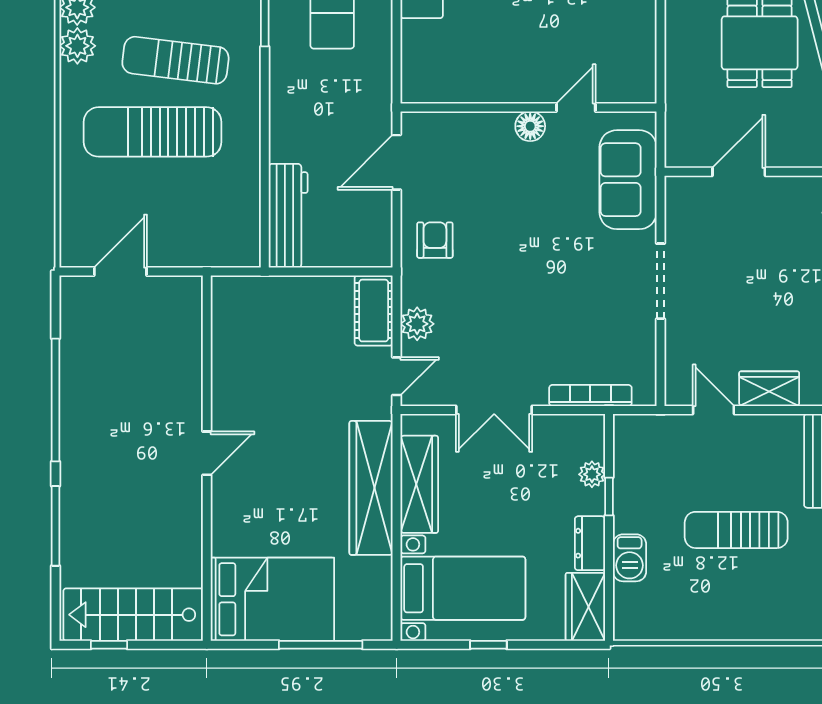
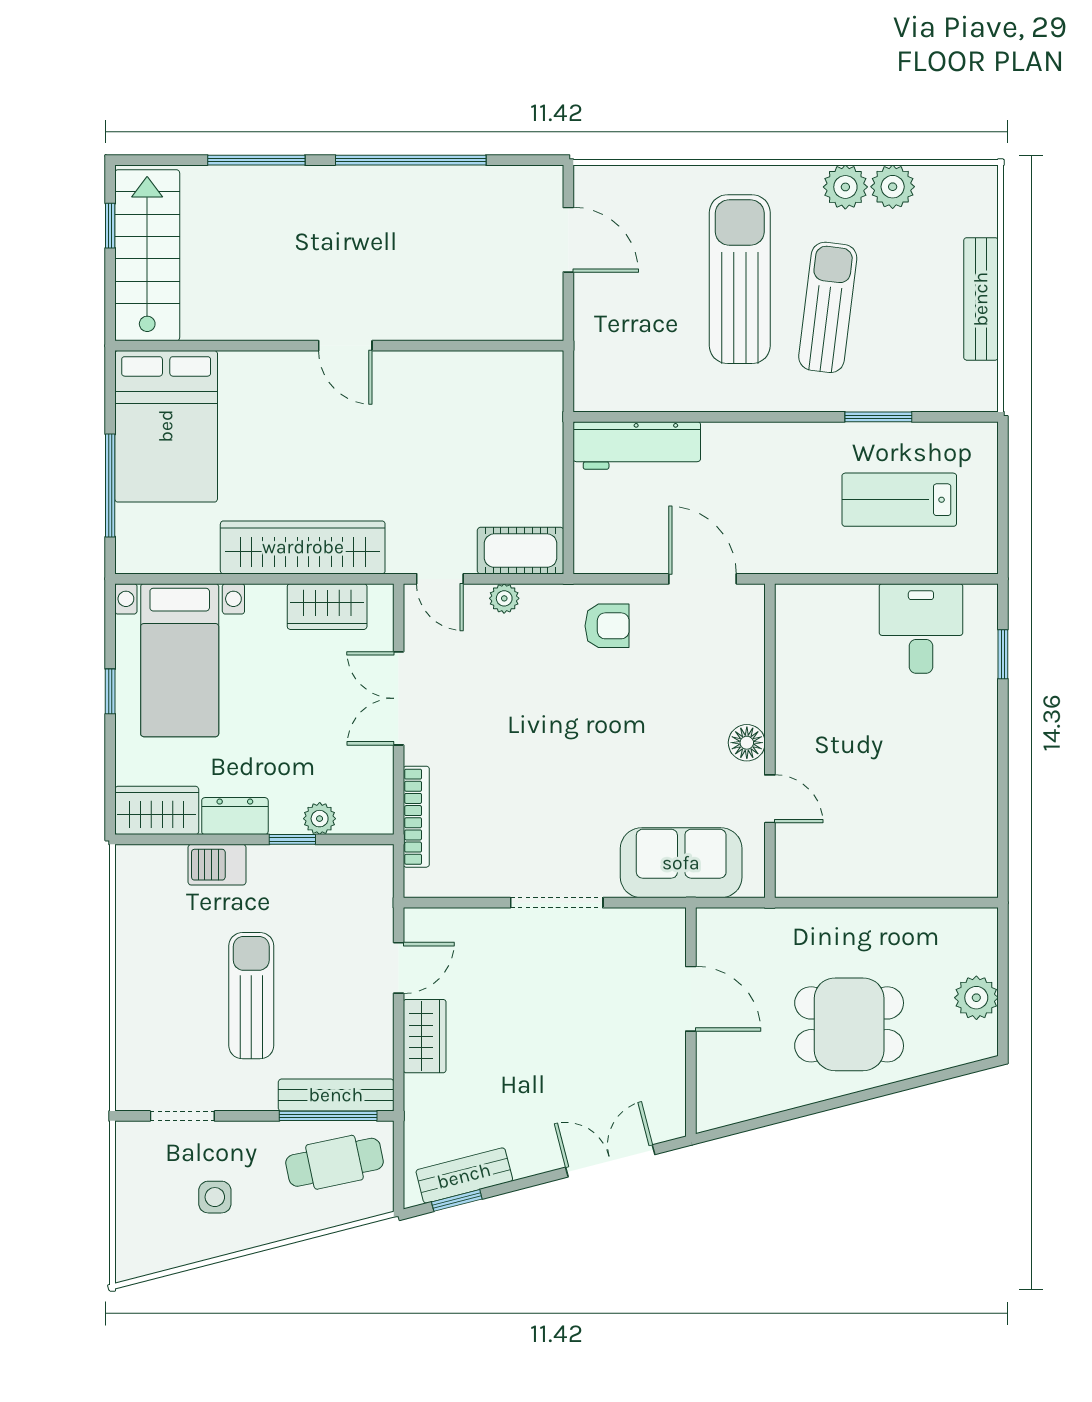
plant: (417, 324) -> (504, 598), width x0.73, depth x0.73
wardrobe: (419, 484) -> (327, 607), width x0.67

